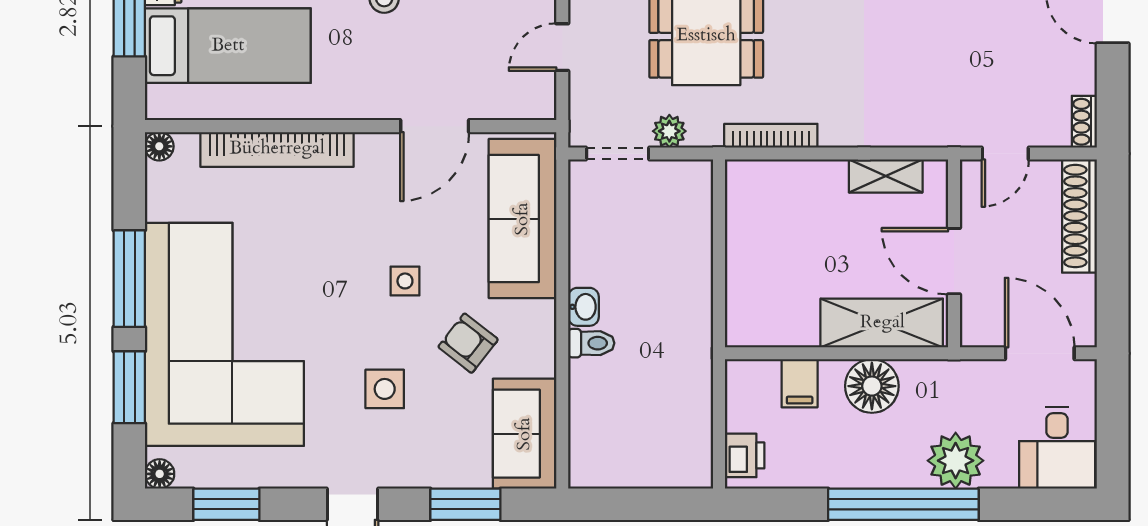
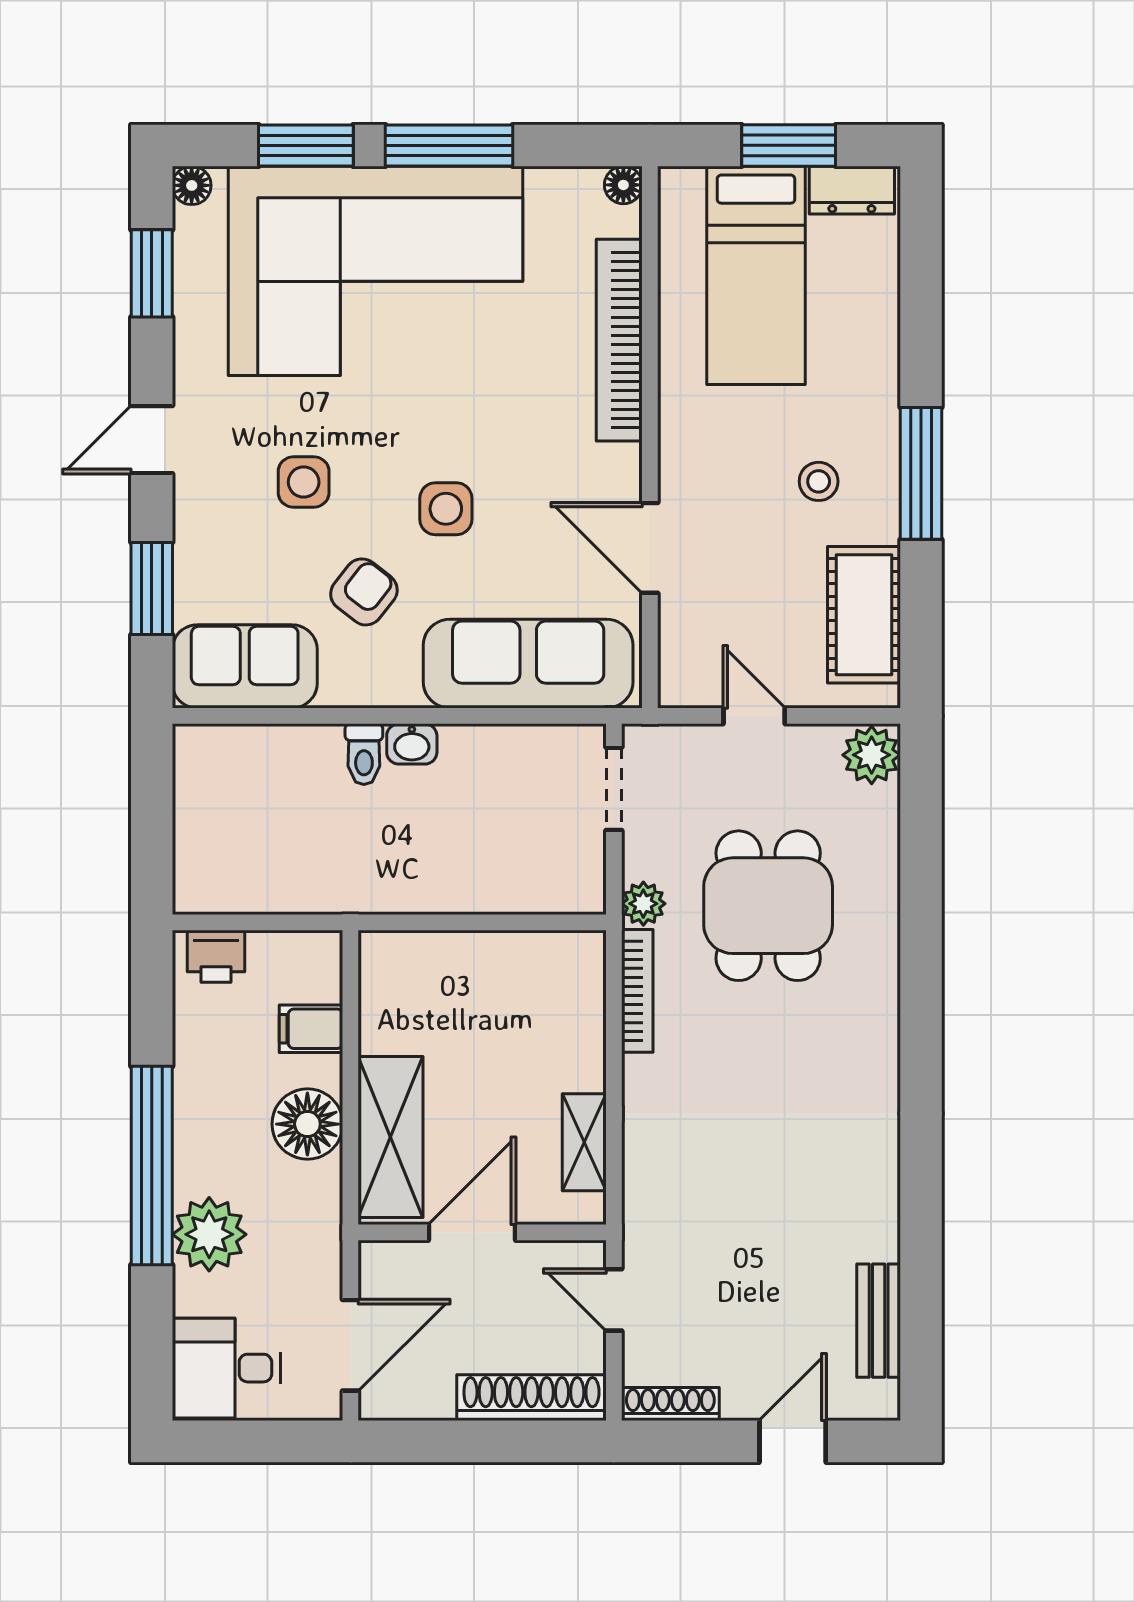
shoe rack: (1084, 122) -> (670, 1404), width x1.43
plant: (669, 131) -> (643, 904), moved
side table: (405, 281) -> (446, 509), width x1.37, depth x1.37

